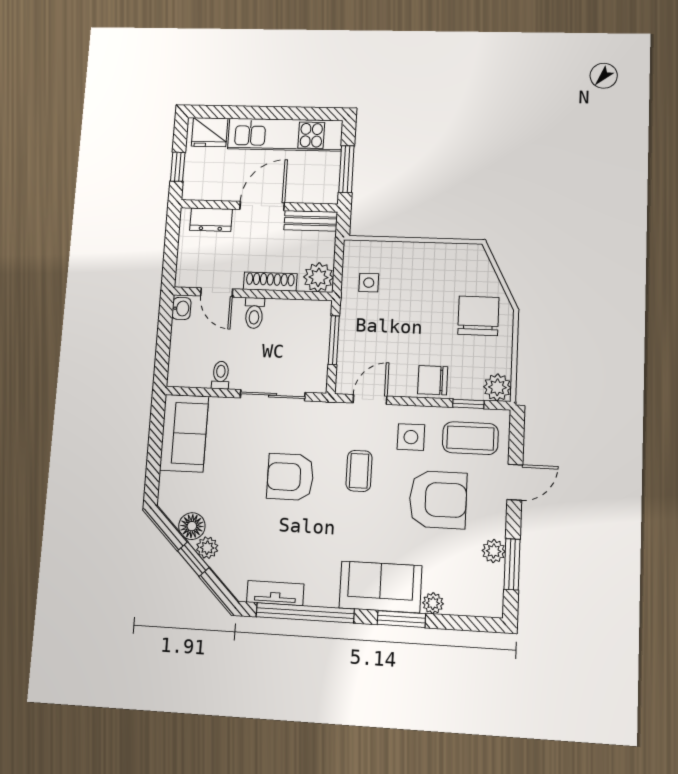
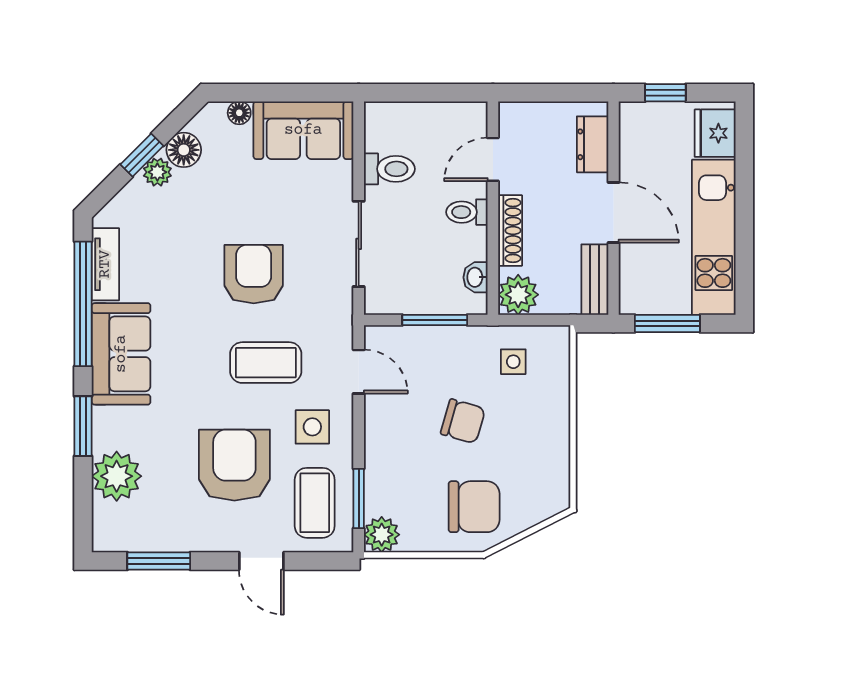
washbasin: (181, 308) -> (476, 277), moved, turned 90
toilet: (221, 375) -> (389, 169), width x1.37, depth x1.39
chair: (433, 380) -> (463, 421), moved, turned 106
window: (468, 404) -> (359, 498), width x1.50
coffee table: (359, 471) -> (266, 363), width x1.36, depth x1.30
floor lamp: (167, 482) -> (239, 113), added
armchair: (438, 500) -> (234, 465), turned 180
plant: (494, 551) -> (174, 538), removed
sofa: (381, 587) -> (121, 354), moved
plant: (433, 603) -> (117, 476), width x1.88, depth x1.88

